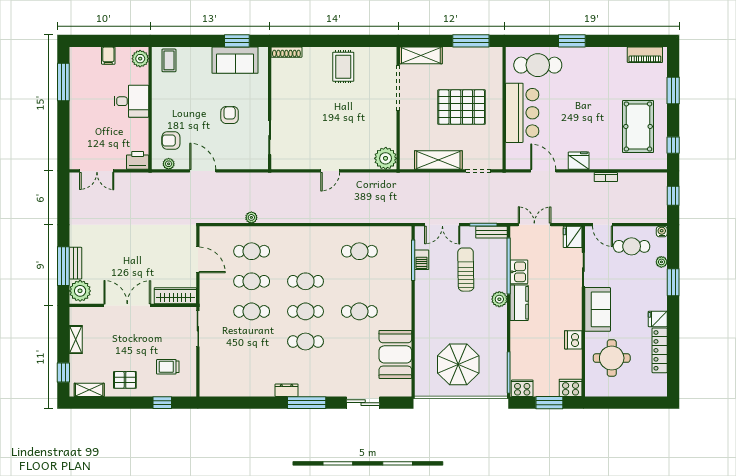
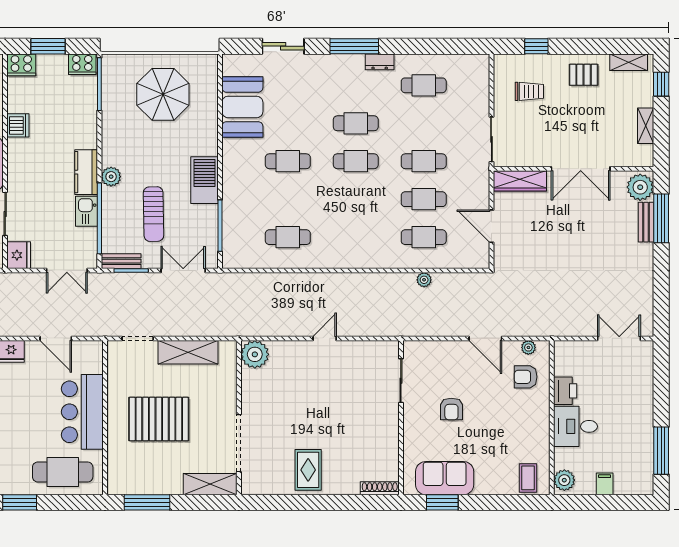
armchair: (171, 141) -> (526, 377), turned 180
printer: (138, 160) -> (565, 391), moved, turned -90
barbecue: (422, 260) -> (205, 180), moved, width x1.88, depth x1.53
cafe table: (305, 281) -> (424, 85), moved

